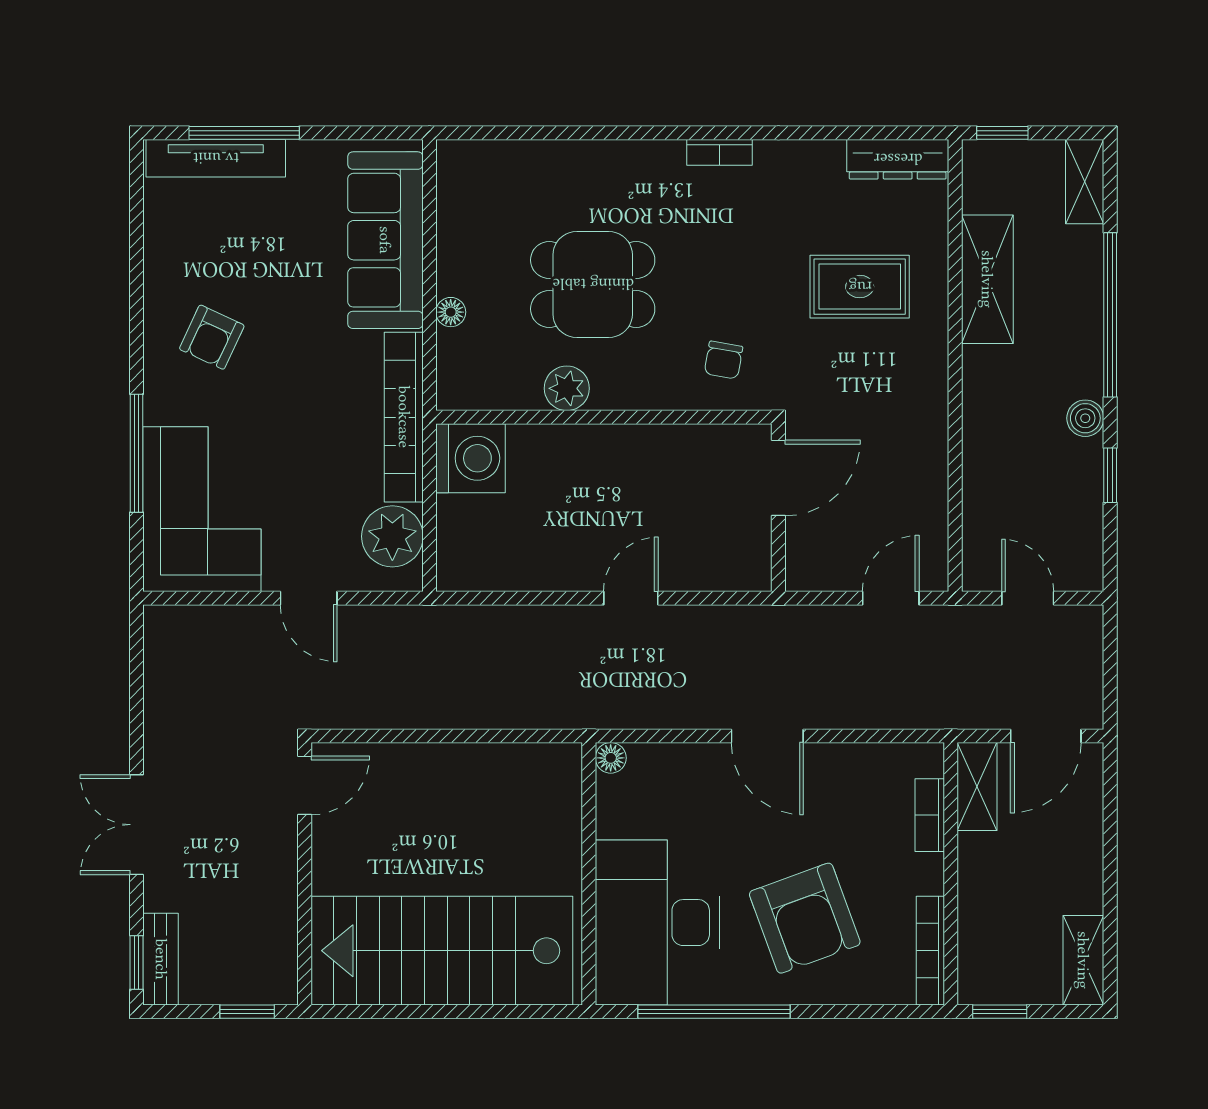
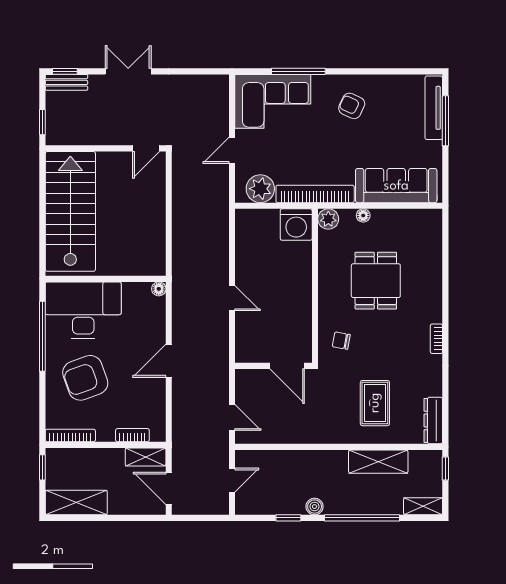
plant: (567, 388) -> (328, 219), moved
door: (305, 785) -> (146, 148), hinge flipped
shelving: (1083, 960) -> (76, 503), width x1.50, depth x1.33

